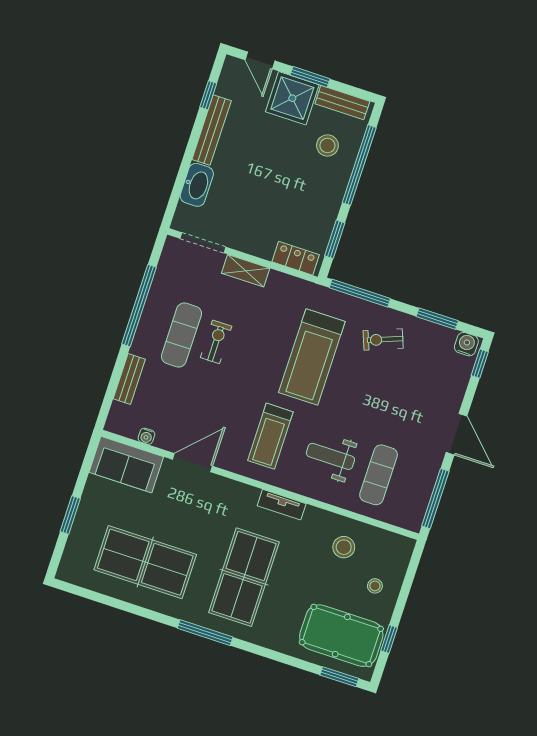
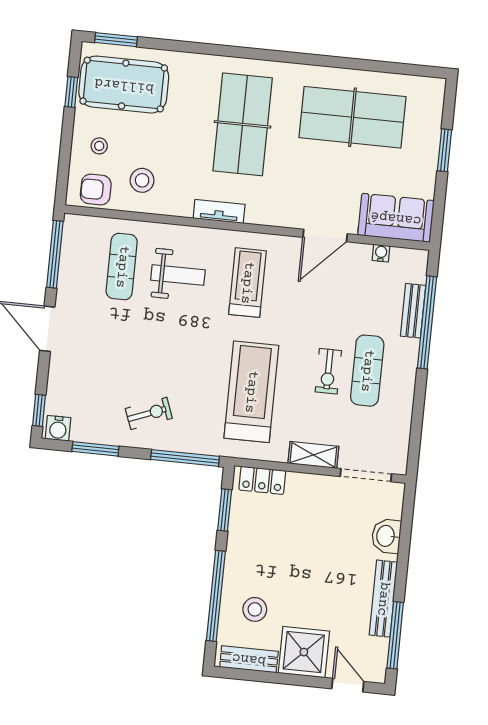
window: (310, 77) -> (290, 679), removed
window: (208, 95) -> (395, 635), width x2.17
washbasin: (197, 185) -> (386, 536), width x0.72
window: (139, 306) -> (427, 322), moved
treadmill: (312, 357) -> (251, 392), moved
armchair: (387, 548) -> (96, 190), added
window: (205, 633) -> (271, 55), removed

